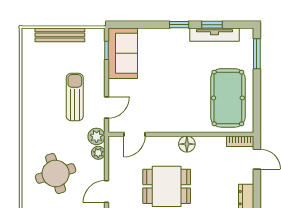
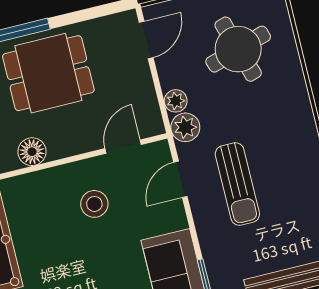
stool: (159, 106) -> (94, 204), added

